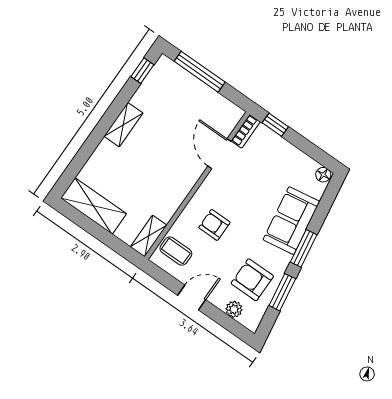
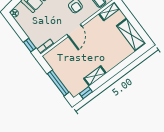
shelving: (123, 125) -> (95, 76), moved
door: (219, 154) -> (74, 30), moved

